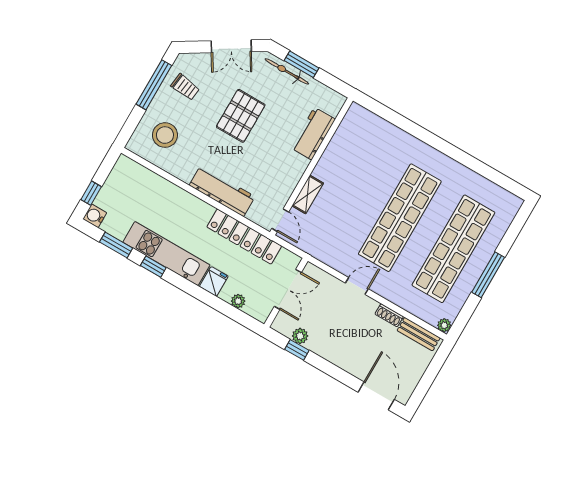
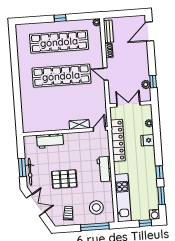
window: (154, 85) -> (95, 227), moved
workbench: (222, 191) -> (104, 169), width x0.73
kitchen unit: (166, 254) -> (123, 198), moved, turned 180
window: (488, 275) -> (60, 18), width x0.46

